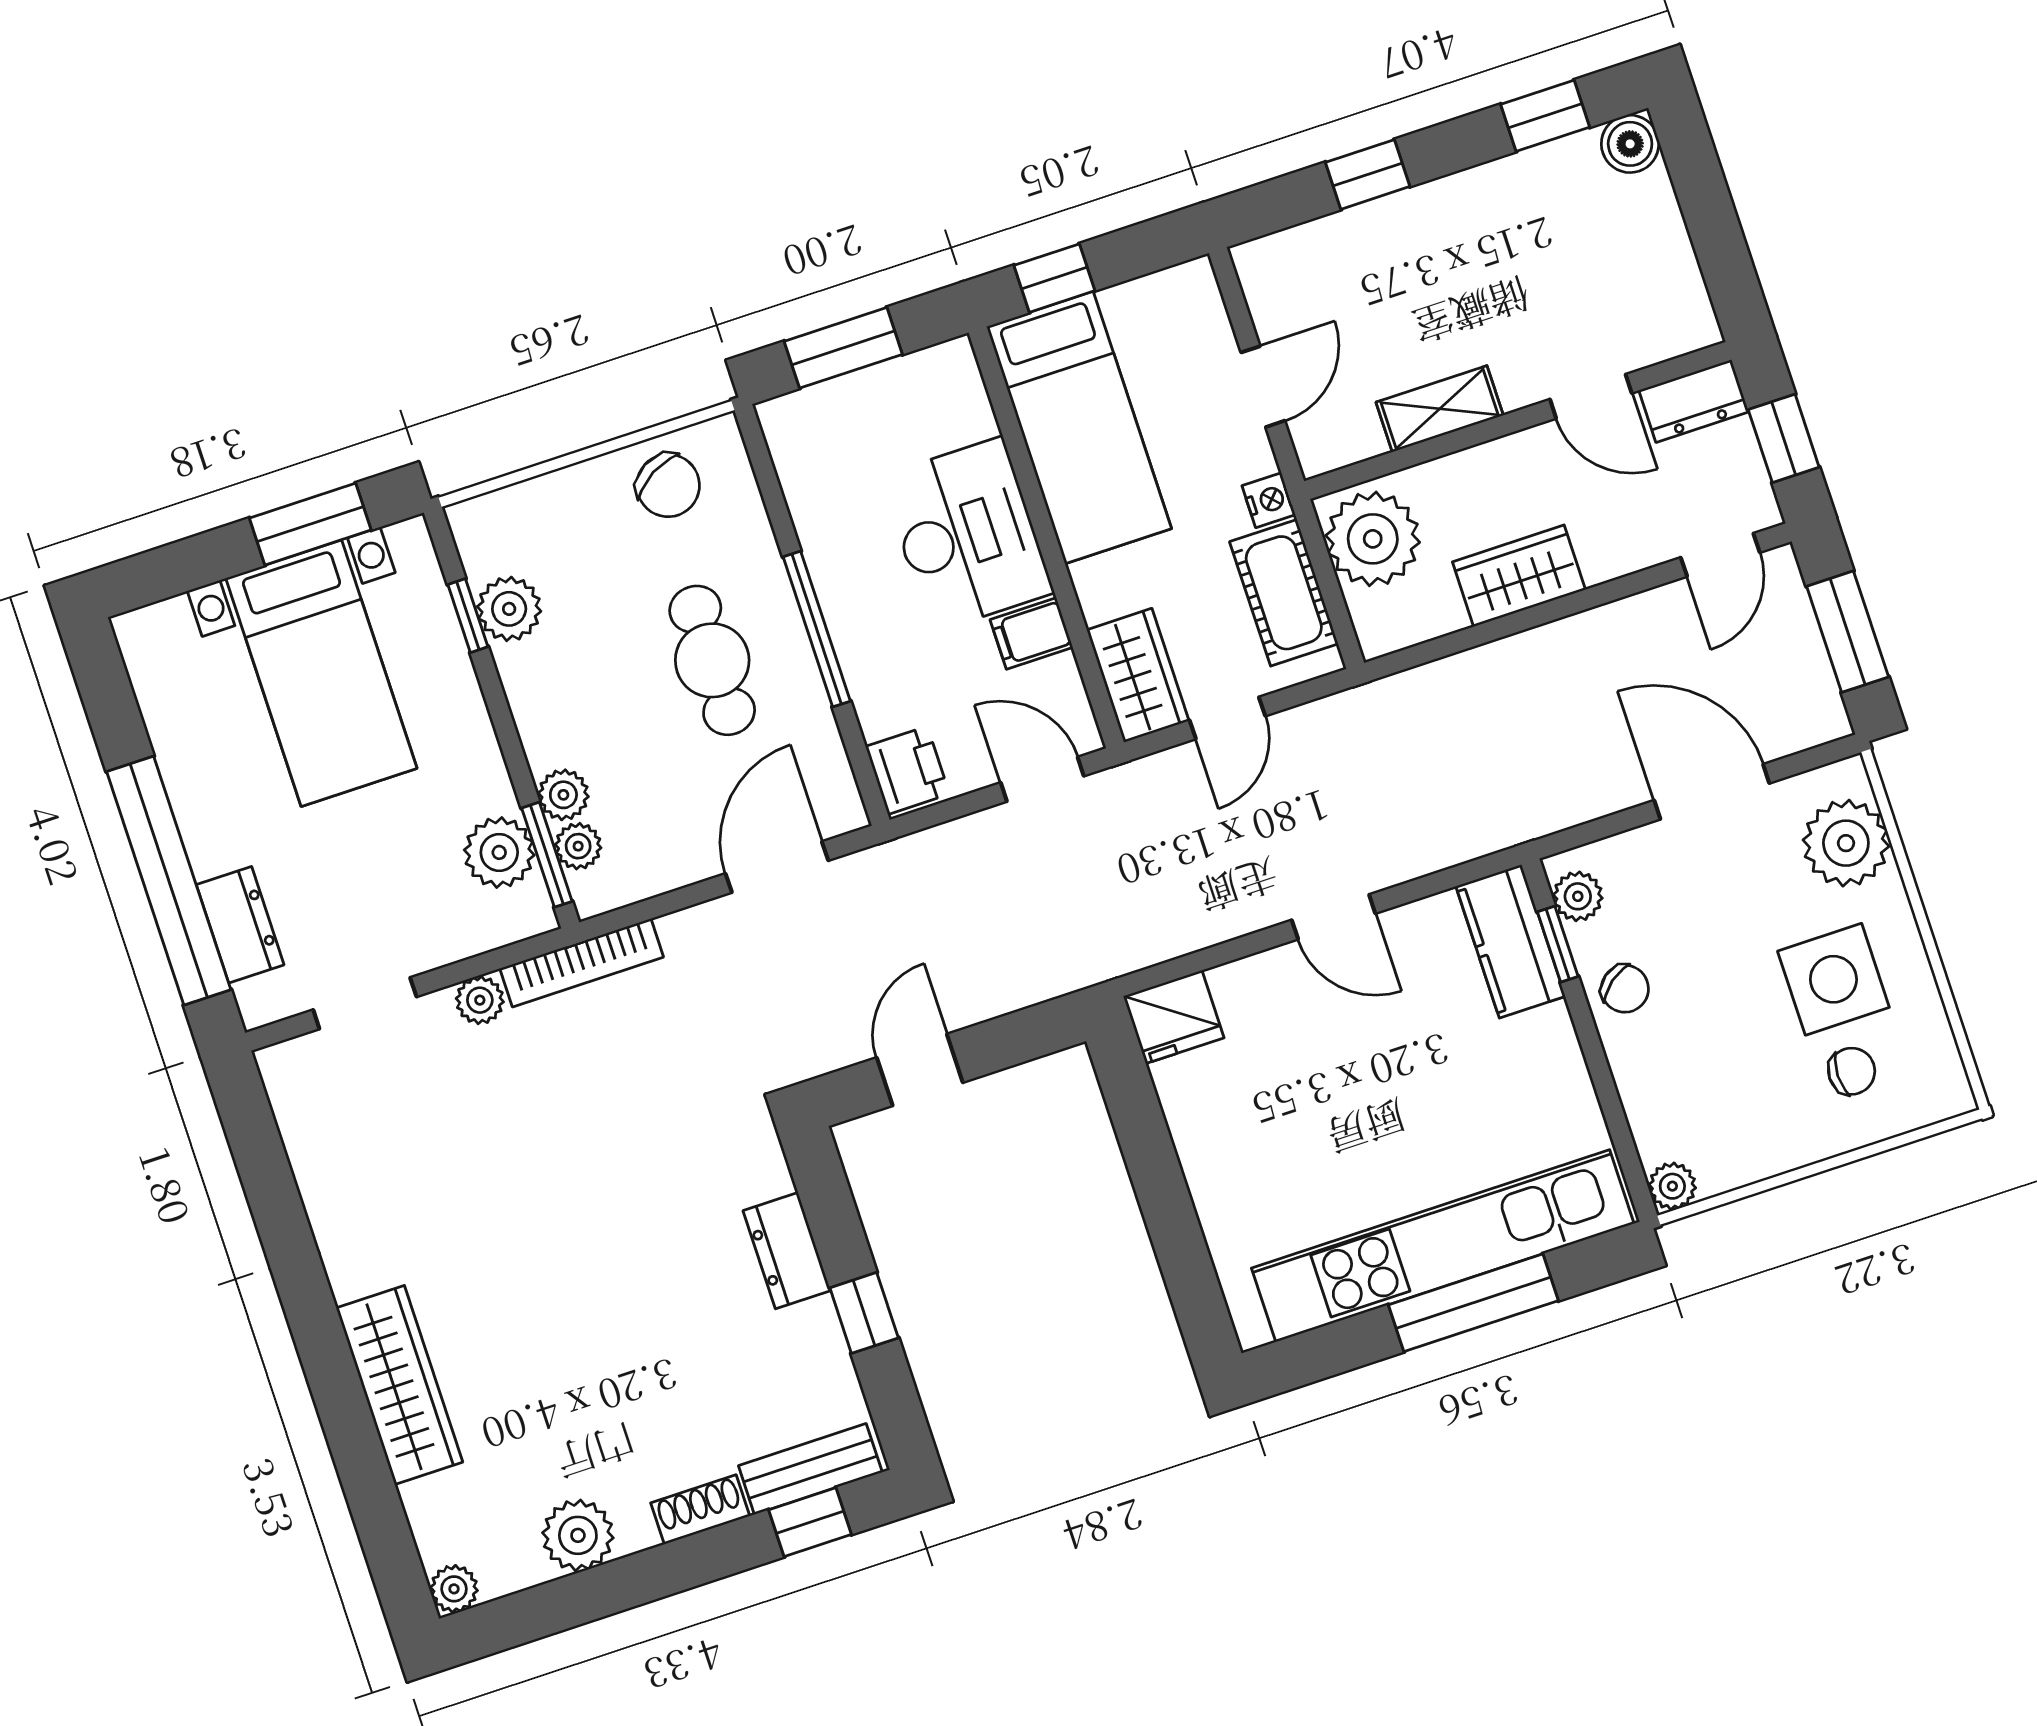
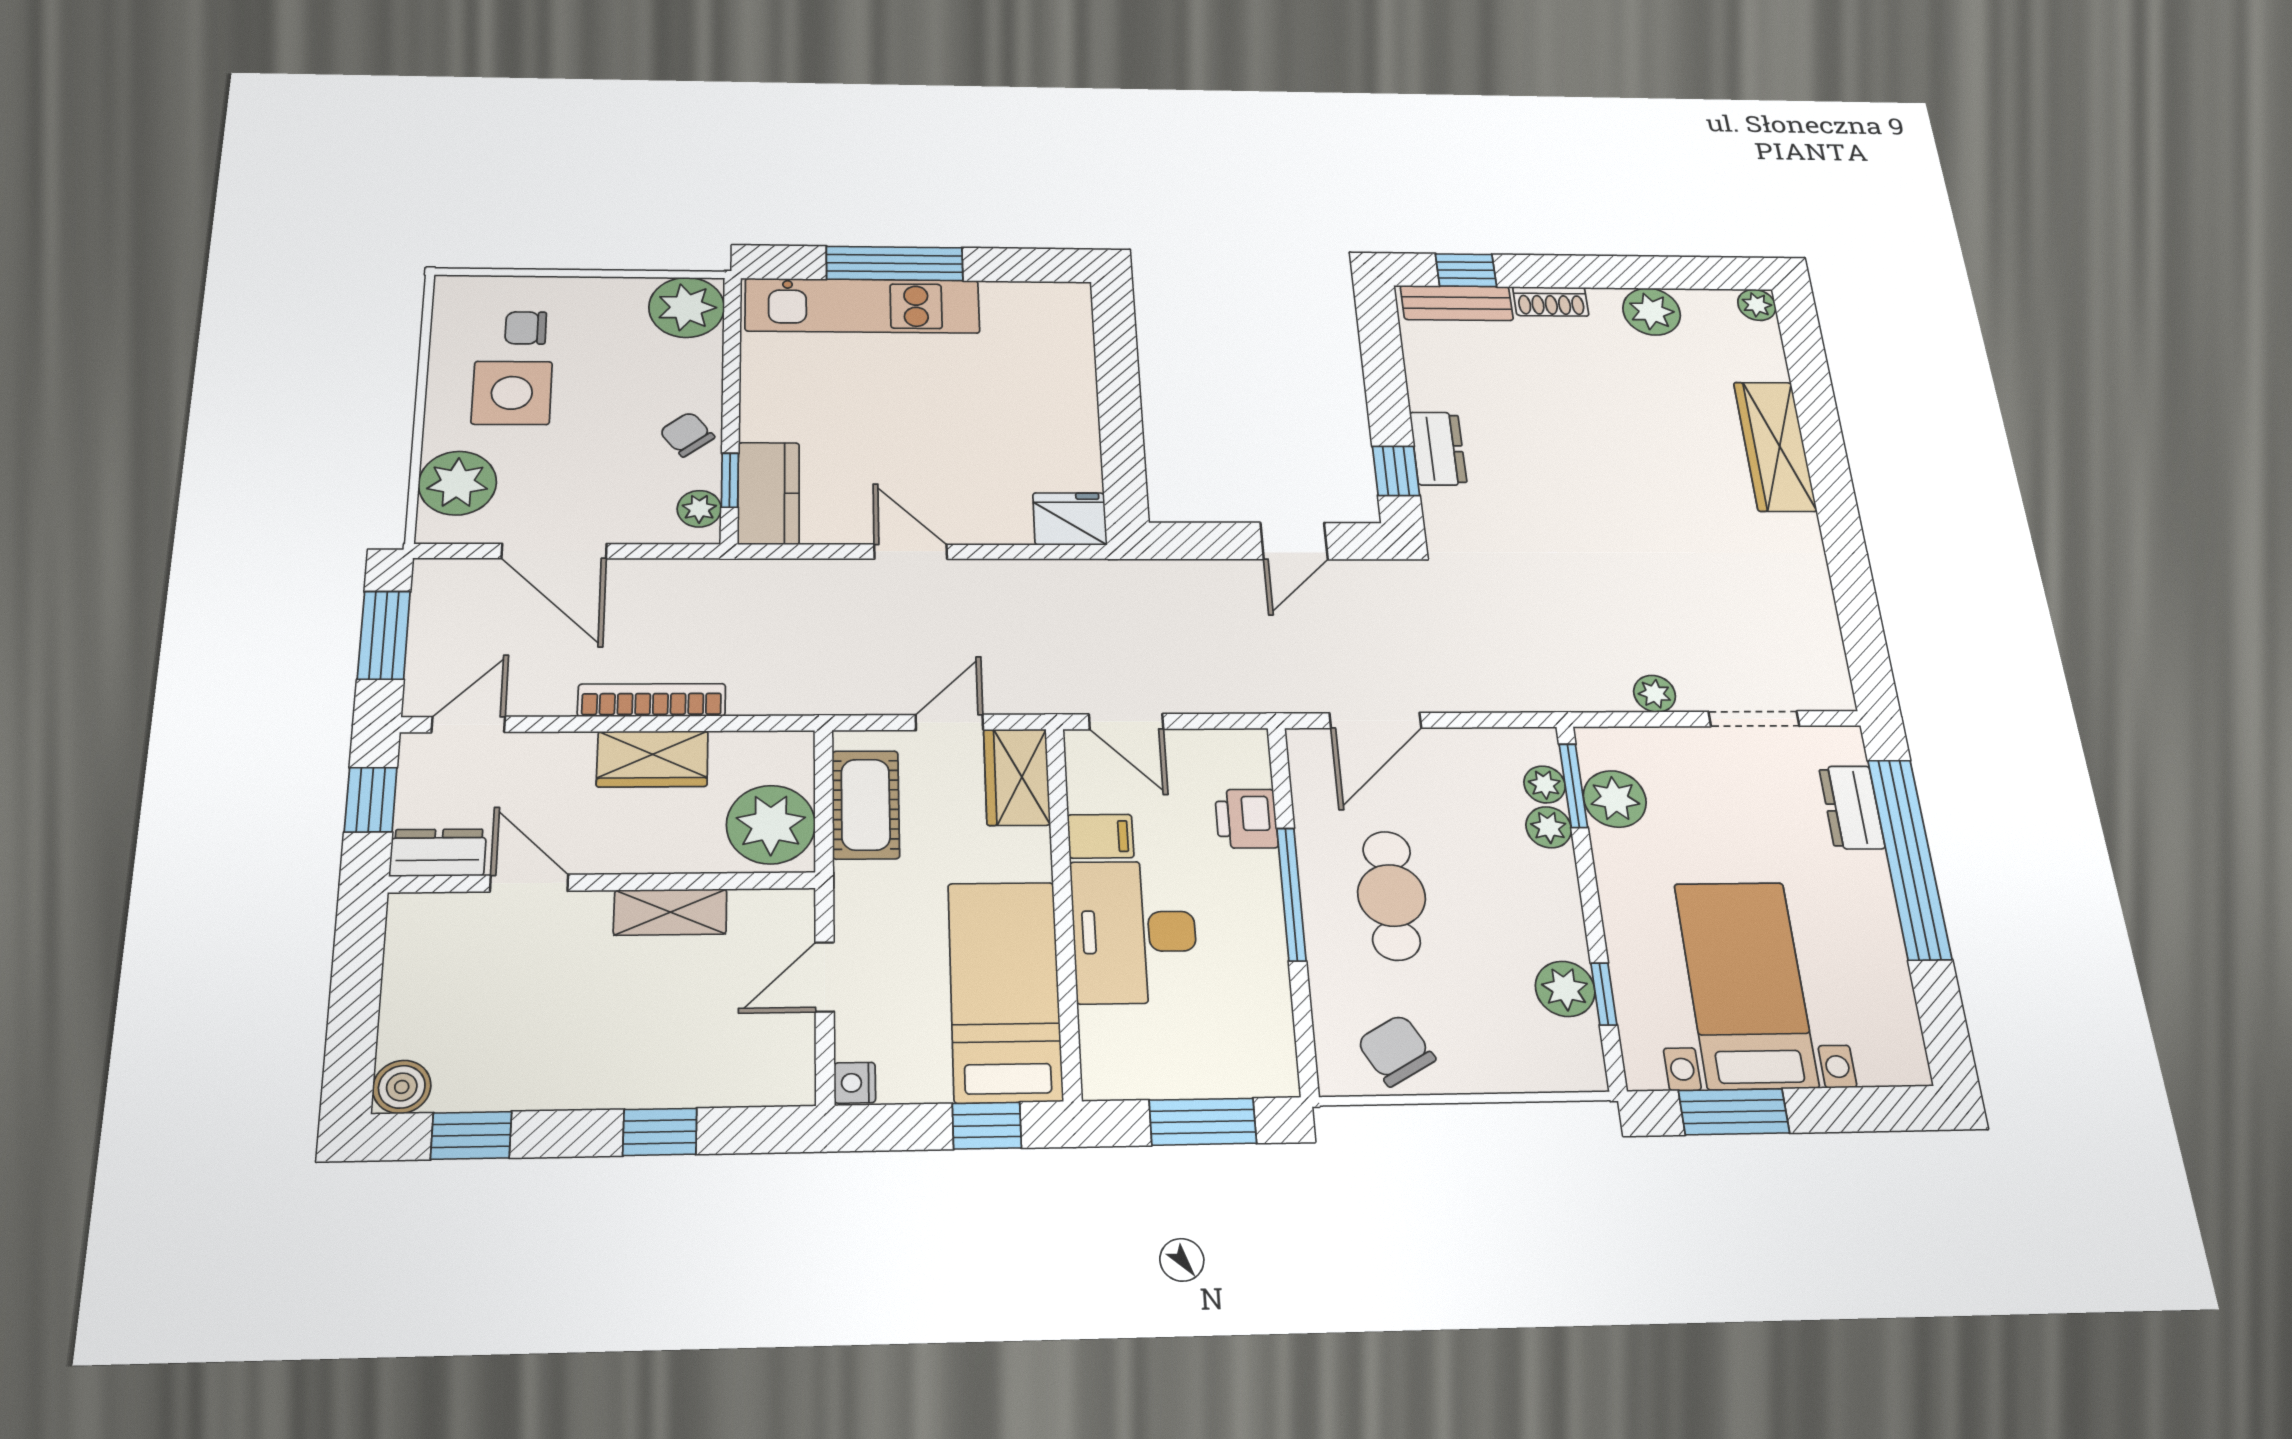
nightstand: (1269, 500) -> (855, 1083), moved
printer: (907, 770) -> (1246, 819), moved
bookcase: (582, 963) -> (652, 700), moved
plant: (1672, 1186) -> (687, 307), width x1.88, depth x1.88
kitchen unit: (1443, 1246) -> (862, 306), width x0.73
window: (864, 1313) -> (1396, 471), moved

